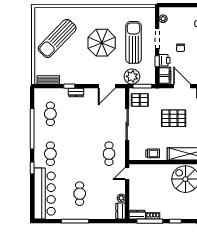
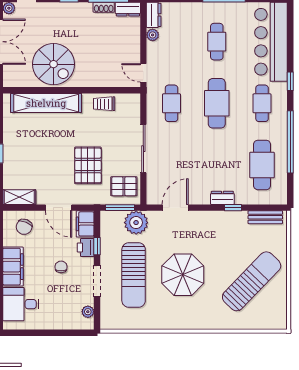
cafe table: (50, 114) -> (262, 165), width x1.37, depth x1.35
pallet: (174, 118) -> (88, 165), moved, turned 90
cafe table: (80, 154) -> (217, 103), added
door: (127, 173) -> (143, 73), swing flipped

